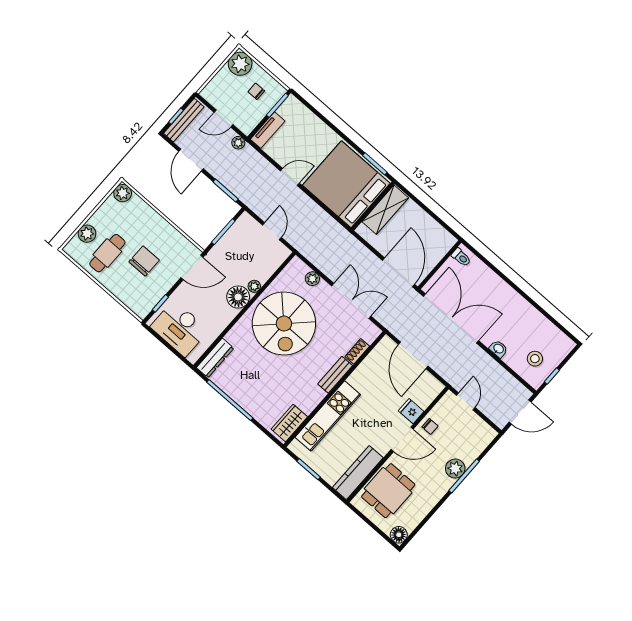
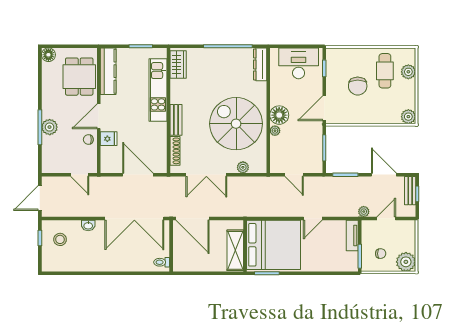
bench: (184, 120) -> (410, 191), width x0.73
shoe rack: (357, 351) -> (175, 151), width x1.43

